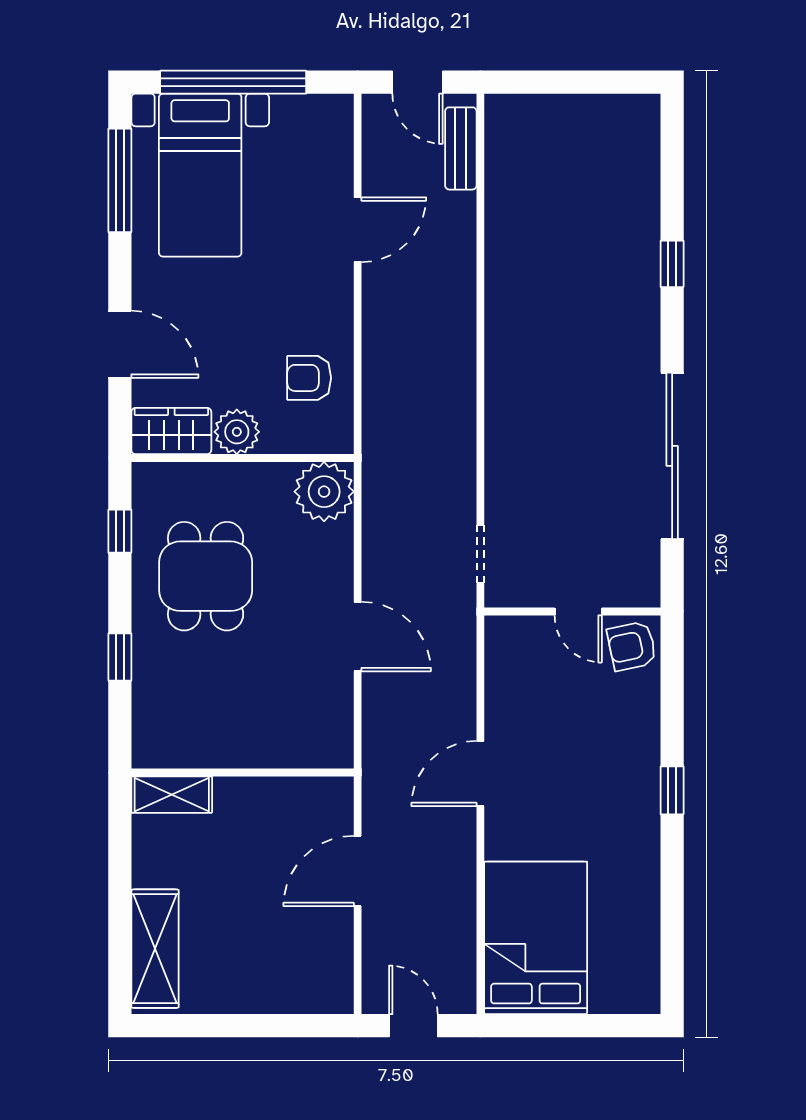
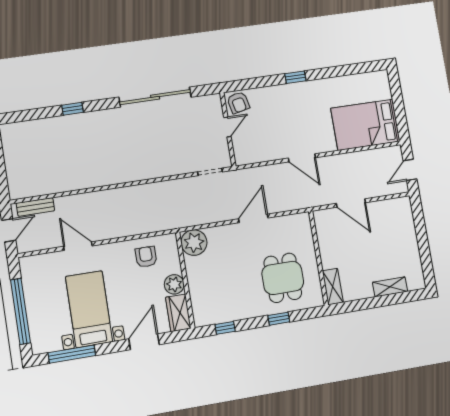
bed with nightstands: (200, 175) -> (89, 309), moved, turned -90
armchair: (309, 378) -> (146, 257), turned 180
dining table: (206, 576) -> (283, 278), moved, turned 90
shelving: (155, 949) -> (390, 287), width x0.67, depth x0.75

